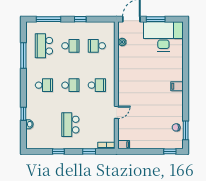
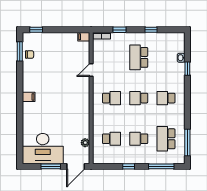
school desk: (44, 46) -> (166, 139), turned 180
window: (23, 55) -> (187, 143), moved
school desk: (97, 85) -> (111, 98), turned 180
school desk: (70, 125) -> (139, 57), turned 180

